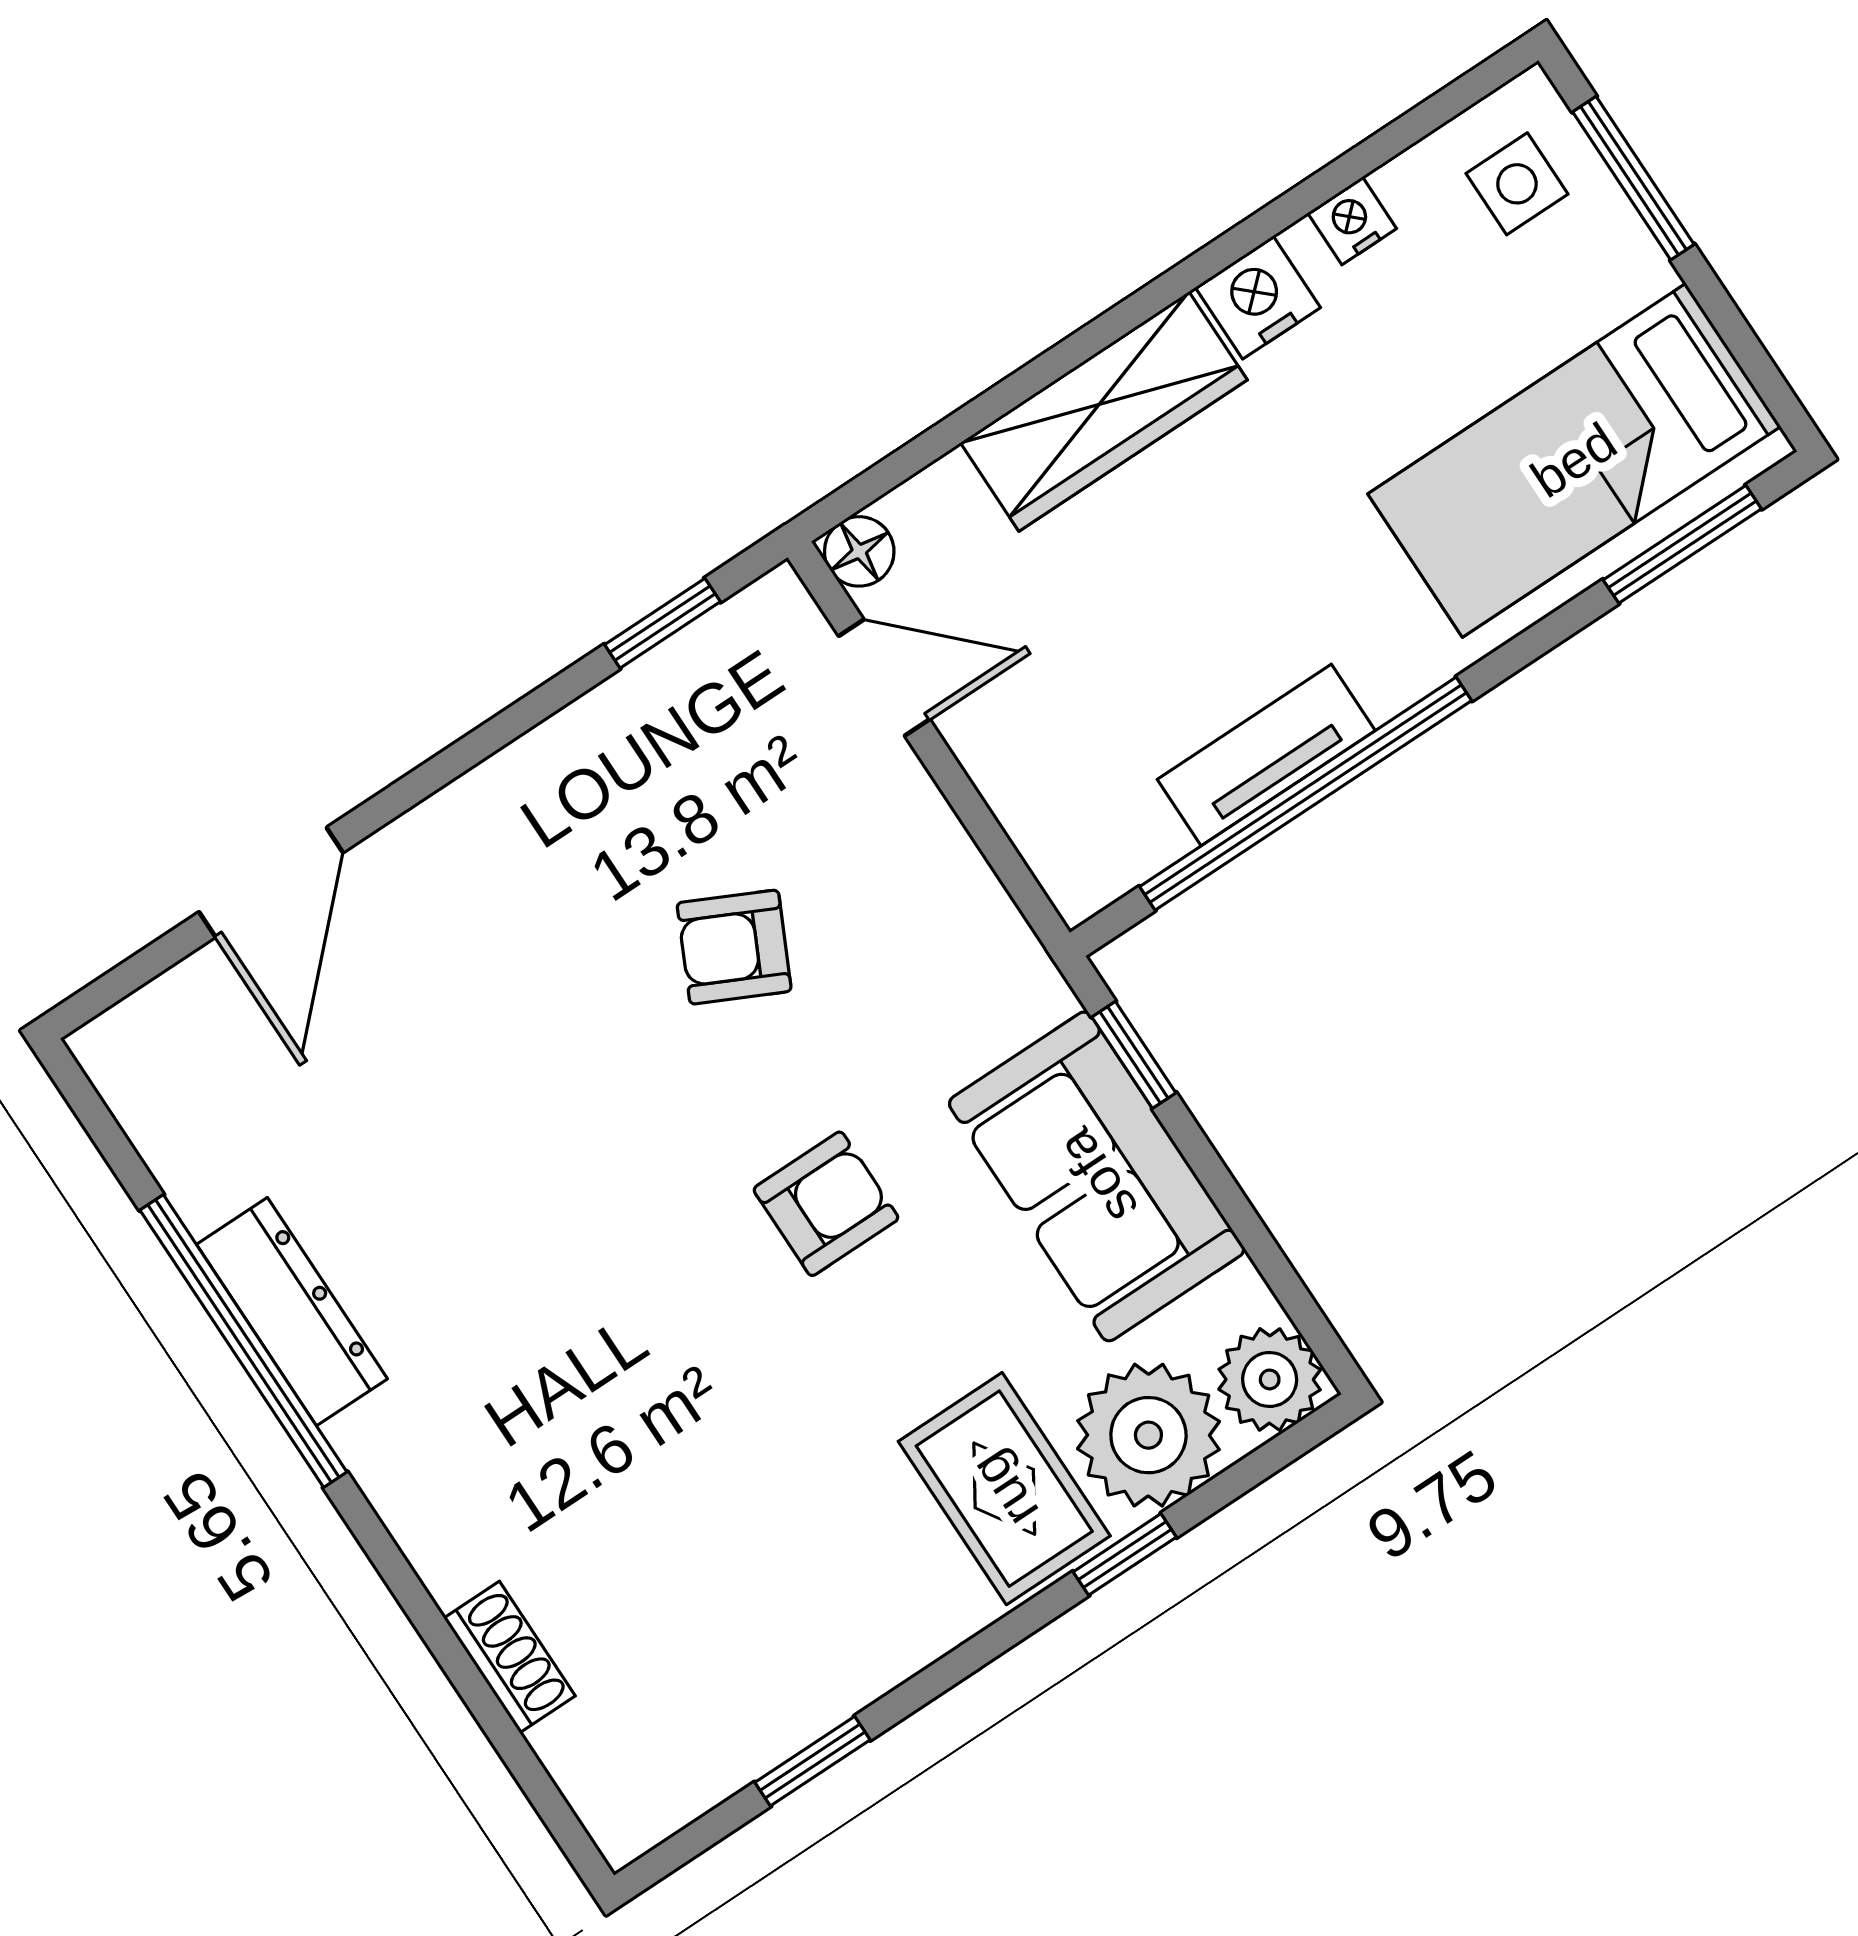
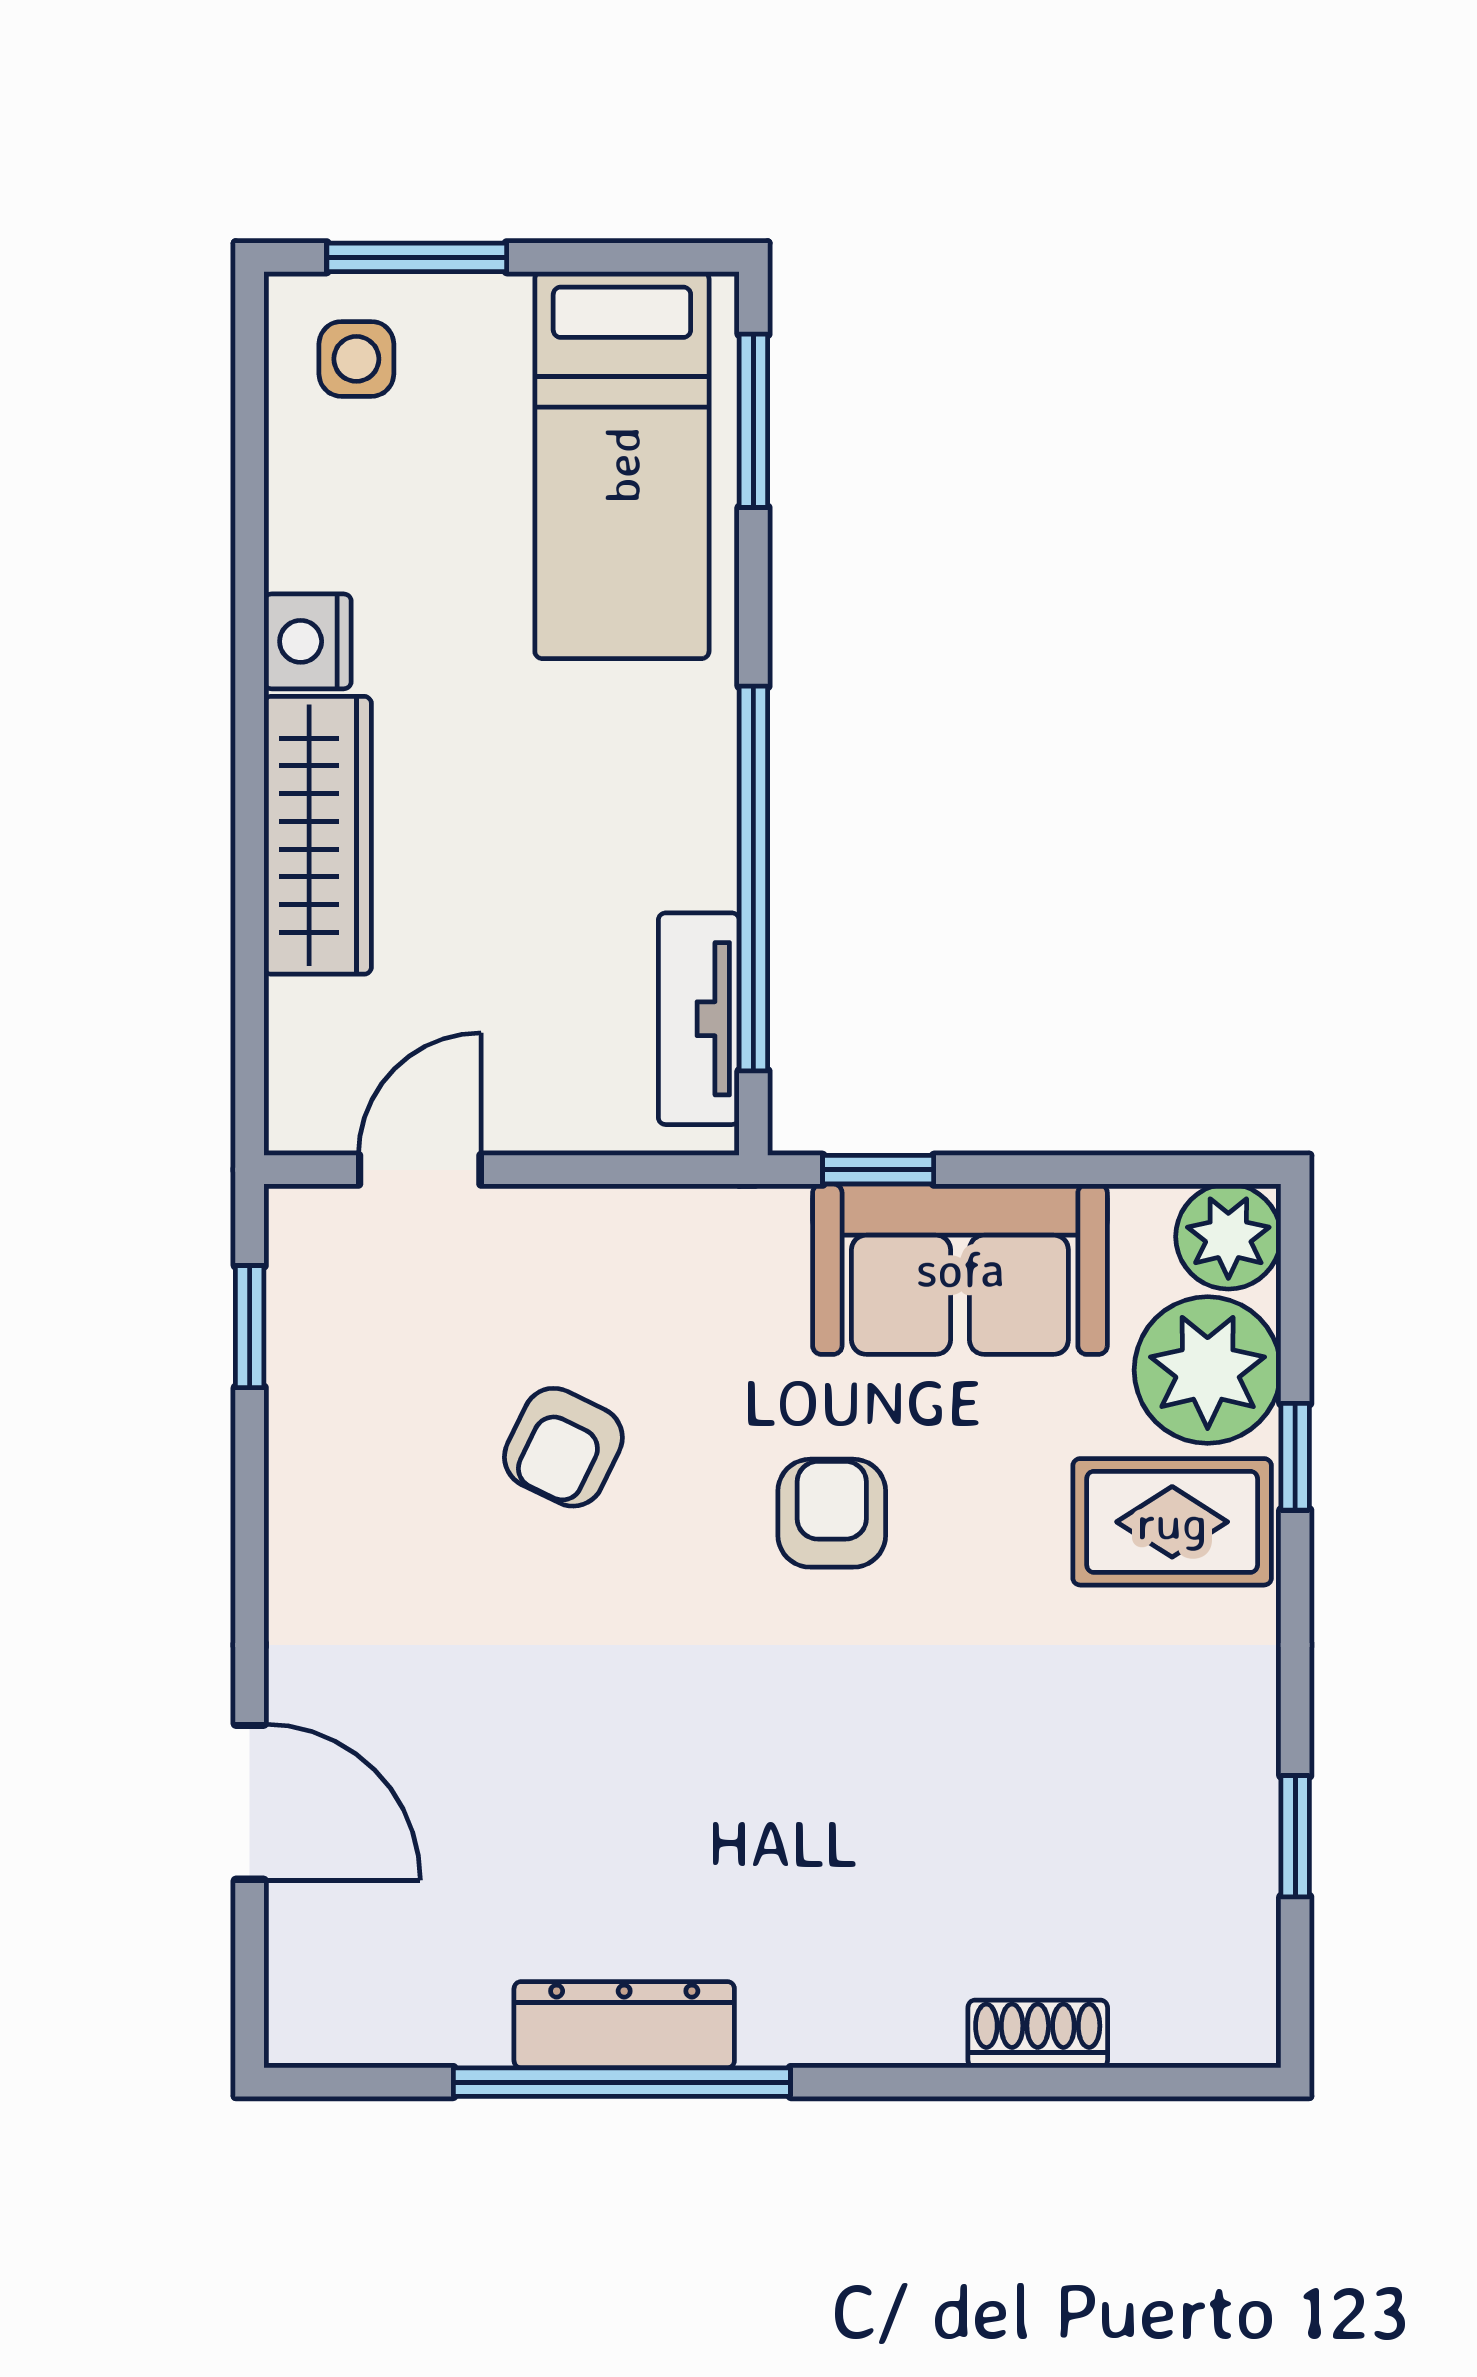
nightstand: (1352, 221) -> (295, 519), removed
floor lamp: (859, 551) -> (299, 1120), removed
tv unit: (1266, 755) -> (699, 1019), moved

